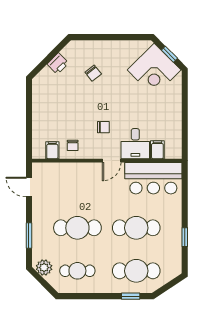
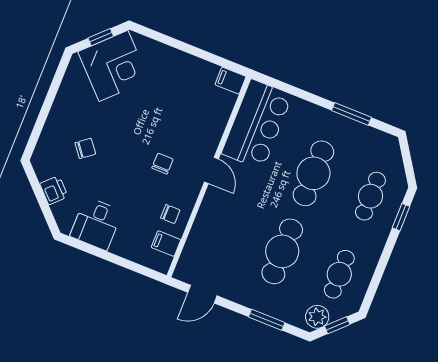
desk: (135, 144) -> (96, 224), moved, turned 90
filing cabinet: (157, 150) -> (230, 81), moved
window: (185, 237) -> (351, 114), width x1.50
cafe table: (136, 271) -> (370, 196), width x0.73, depth x0.74
window: (44, 283) -> (337, 325), added

